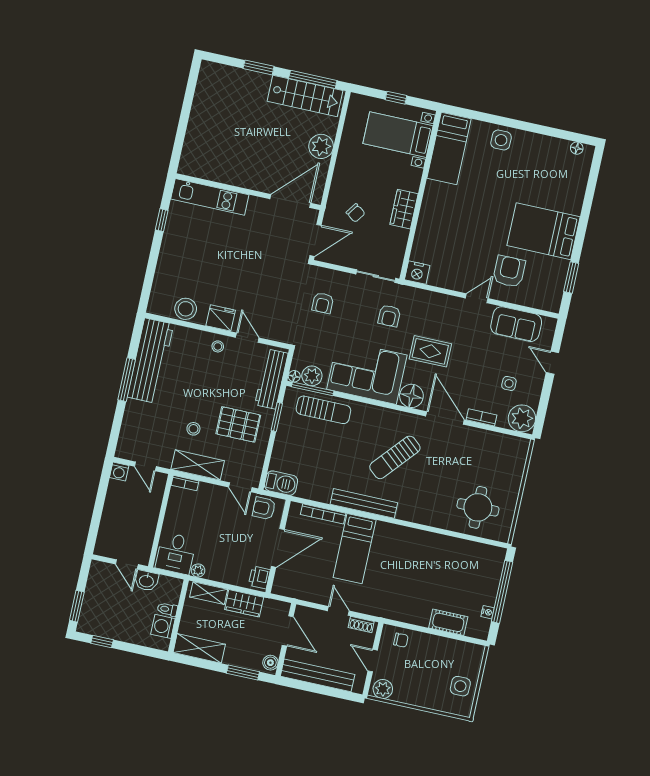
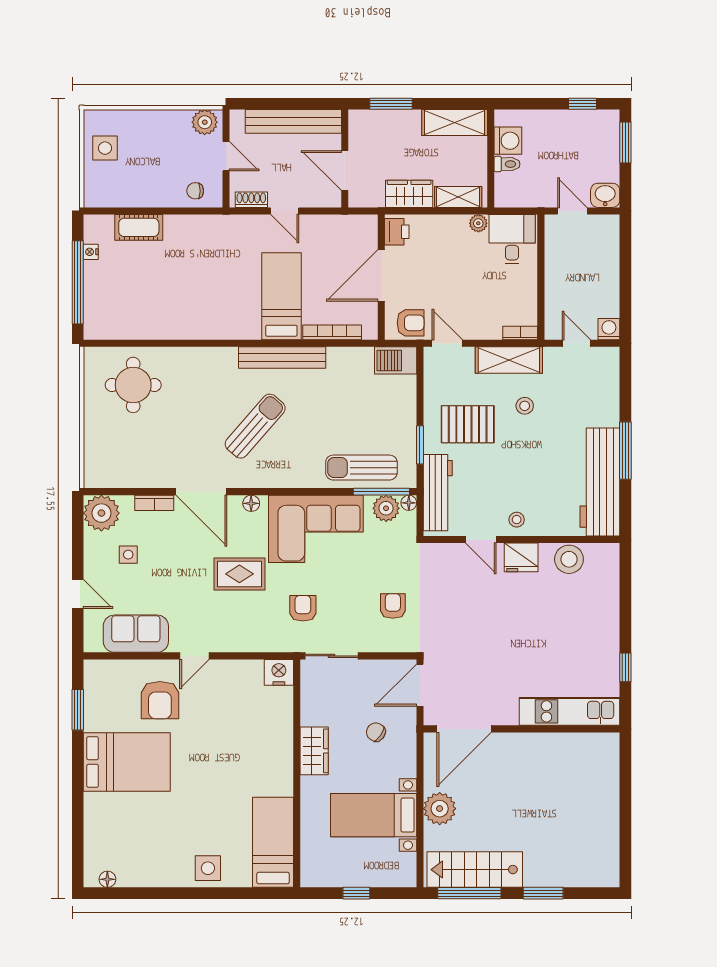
bed with nightstands: (398, 135) -> (374, 815), moved, turned 180
floor lamp: (411, 396) -> (251, 503), width x0.53, depth x0.53
washbasin: (146, 581) -> (605, 195), moved
boiler: (270, 663) -> (358, 124), removed

